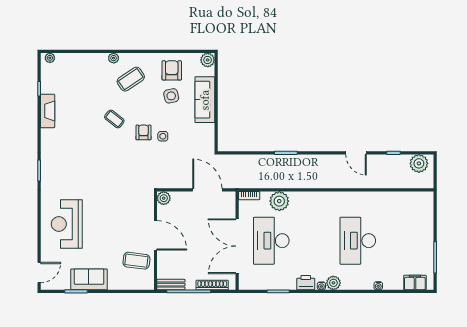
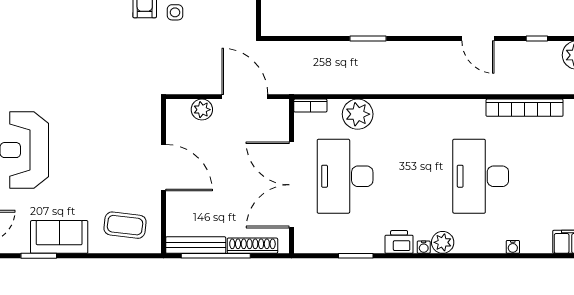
bookcase: (386, 197) -> (525, 108), added
plant: (164, 198) -> (202, 110), moved
coffee table: (136, 261) -> (125, 225), moved
bench: (171, 285) -> (196, 245), width x1.36

